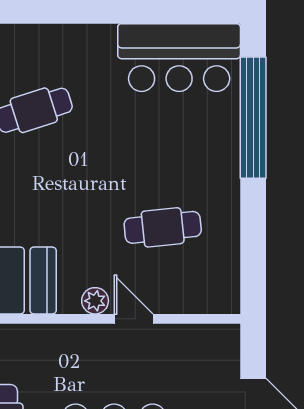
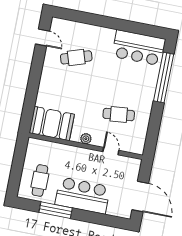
door: (134, 319) -> (111, 151), moved

